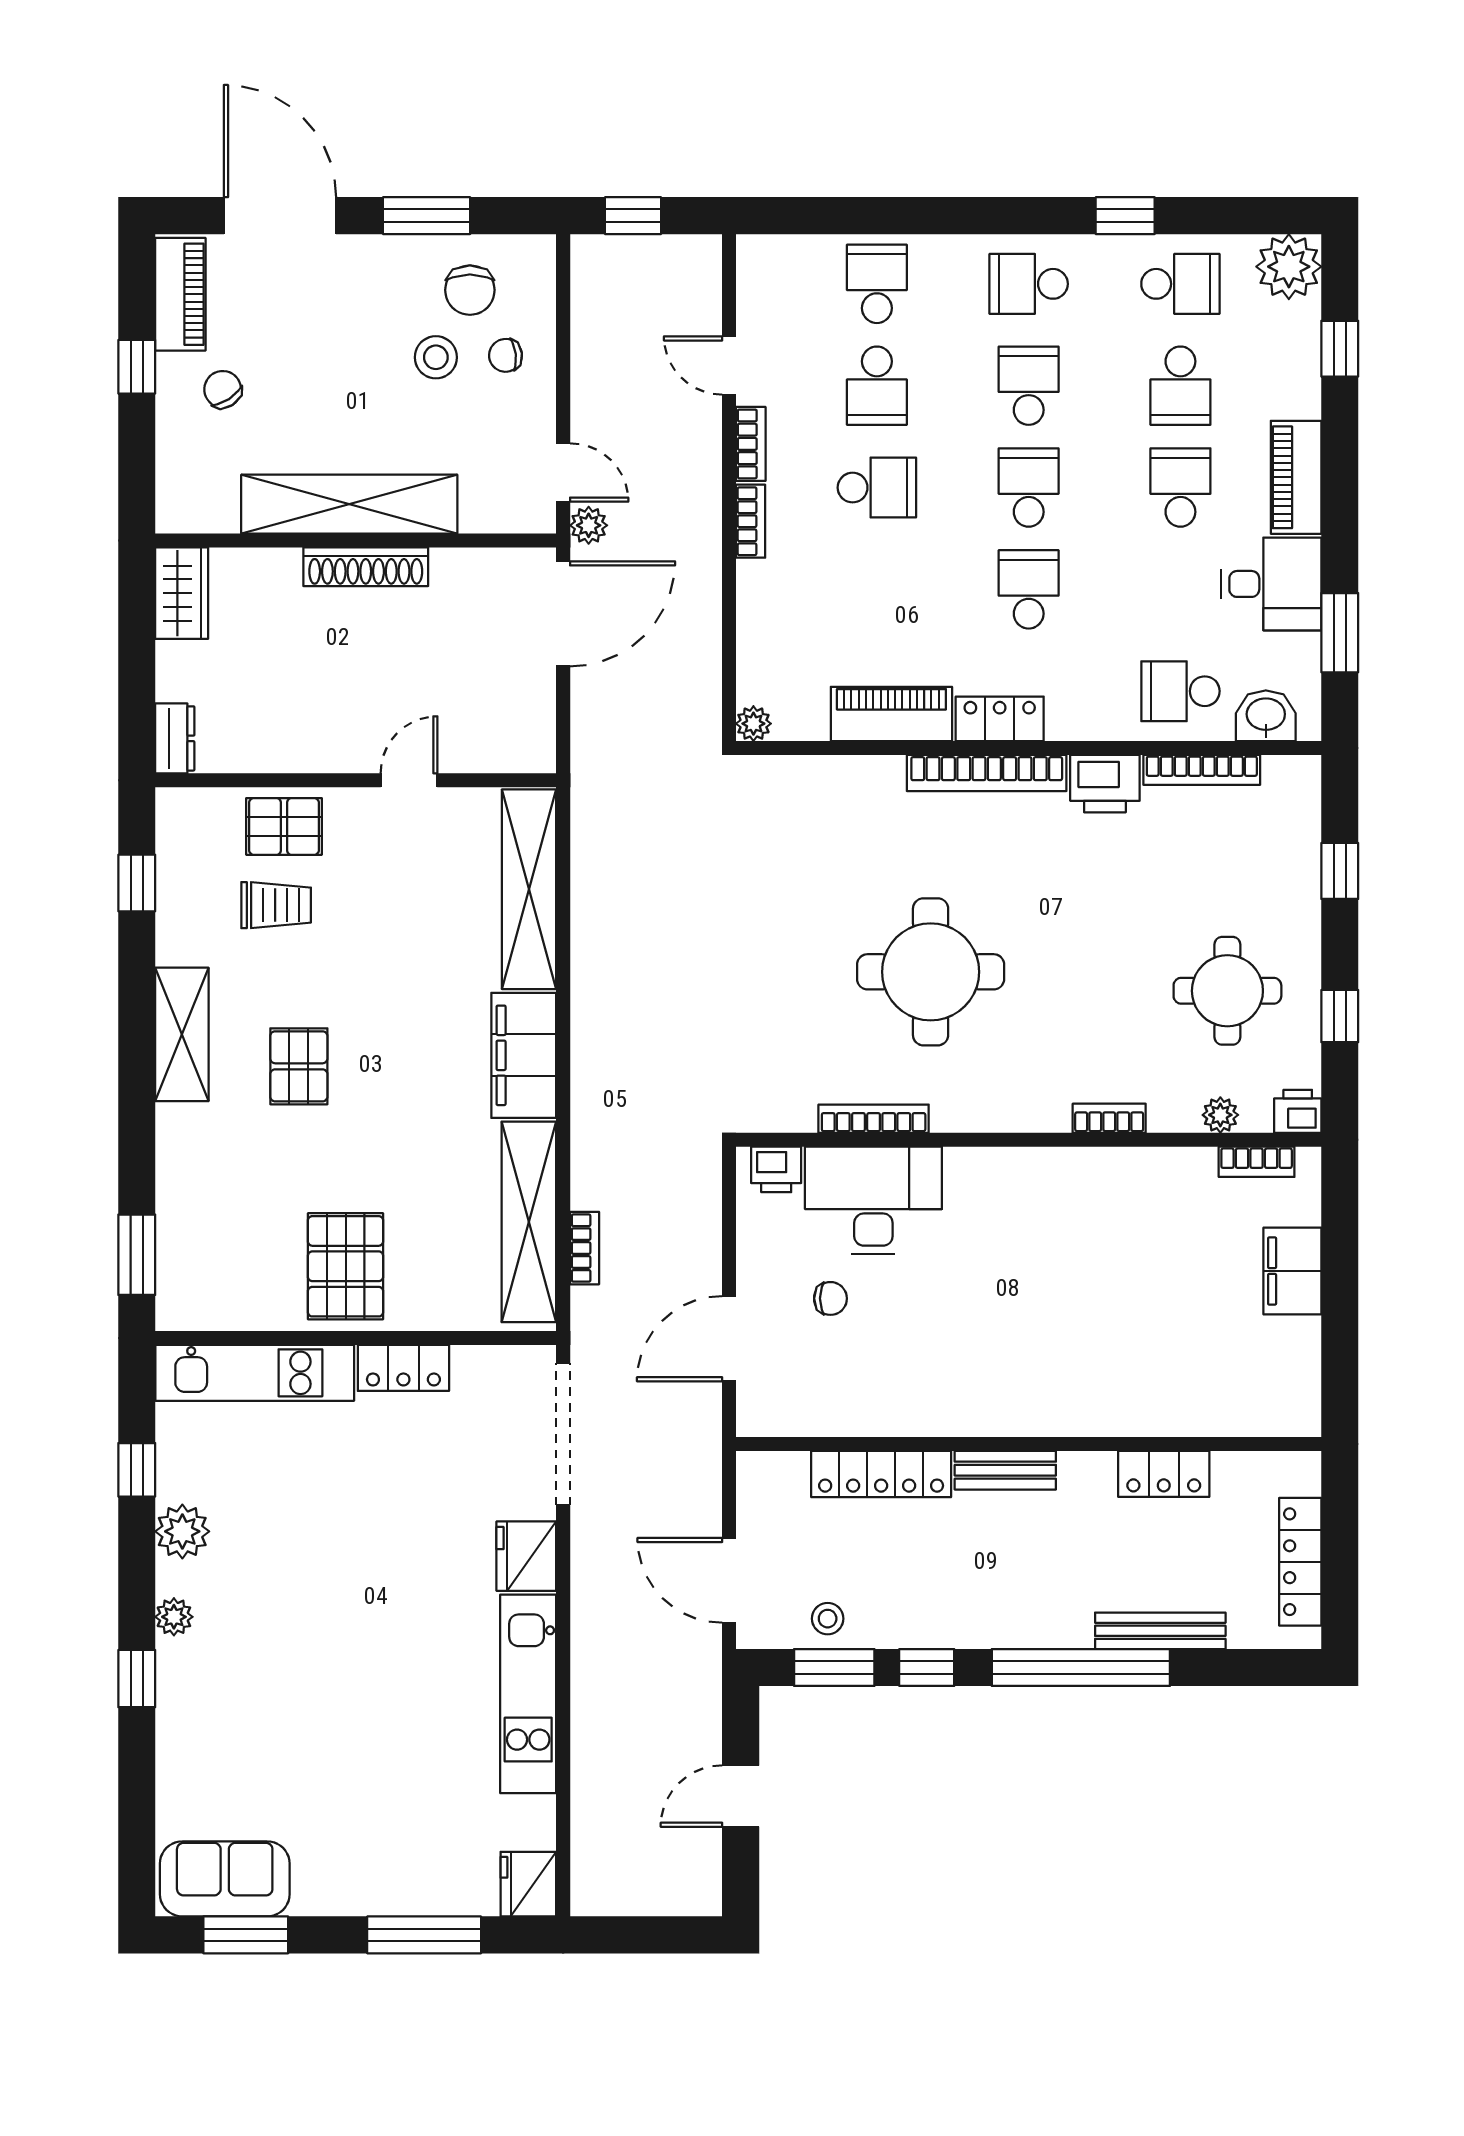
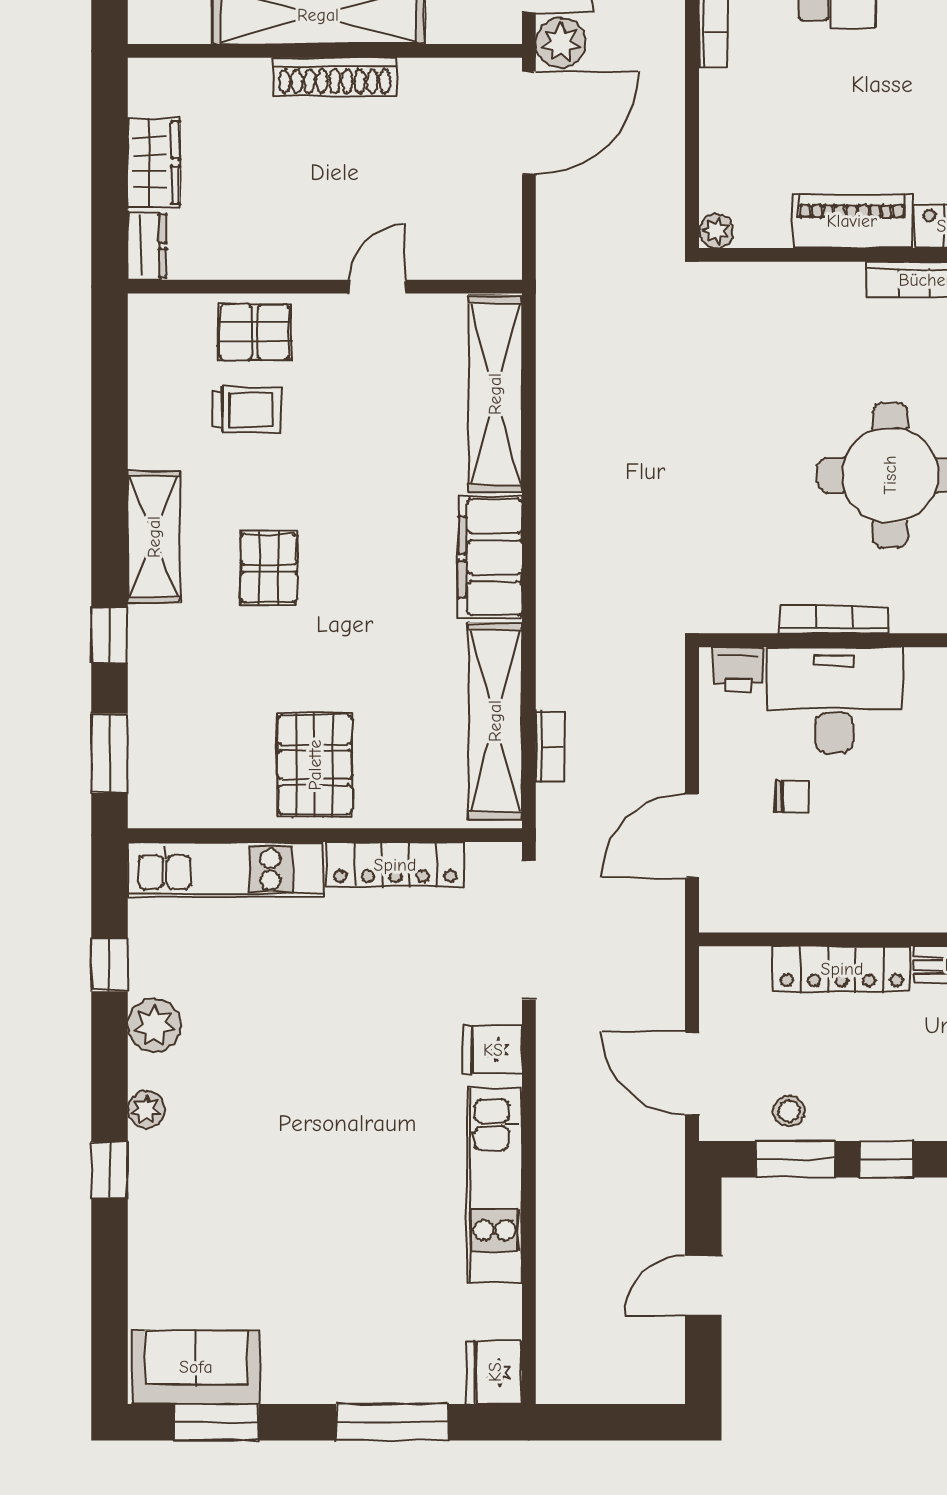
plant: (589, 525) -> (561, 43), width x1.38, depth x1.38
wardrobe: (182, 593) -> (154, 163), moved
window: (137, 883) -> (110, 635), moved
locker: (403, 1368) -> (395, 865), width x1.53
fridge: (526, 1556) -> (493, 1050), width x0.72

